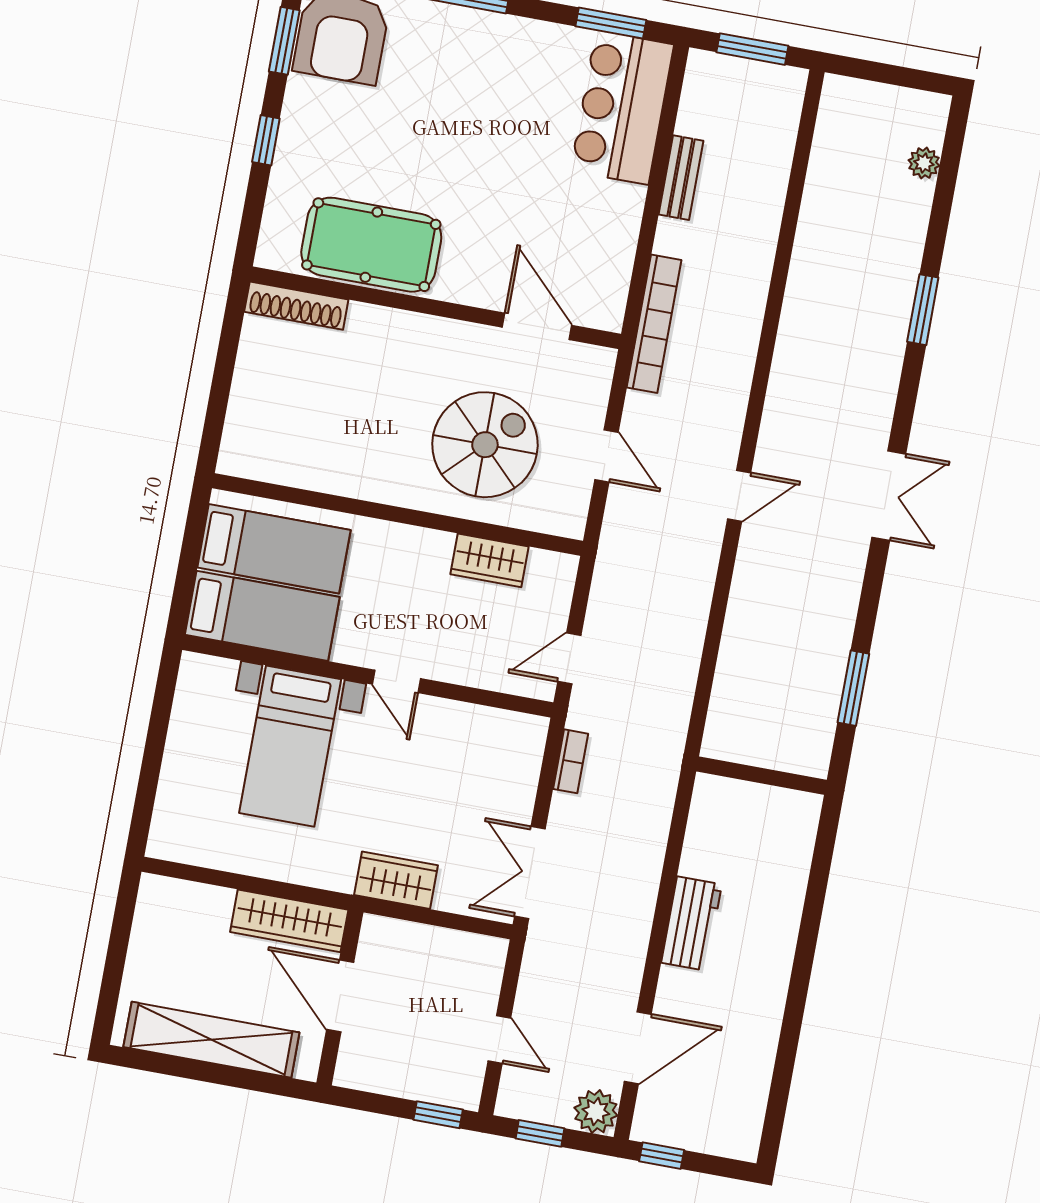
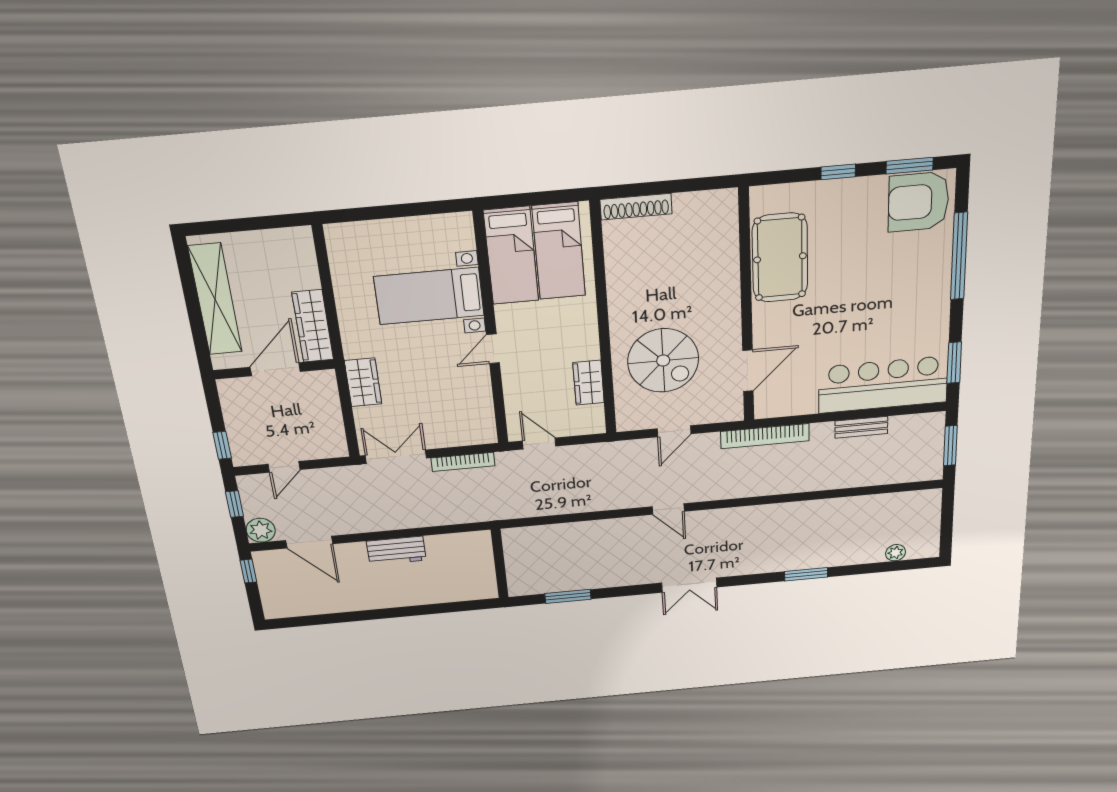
bar counter: (622, 108) -> (883, 385), width x1.36
shoe rack: (296, 306) -> (636, 207), moved, turned -90
bookcase: (571, 761) -> (463, 462), width x1.56

